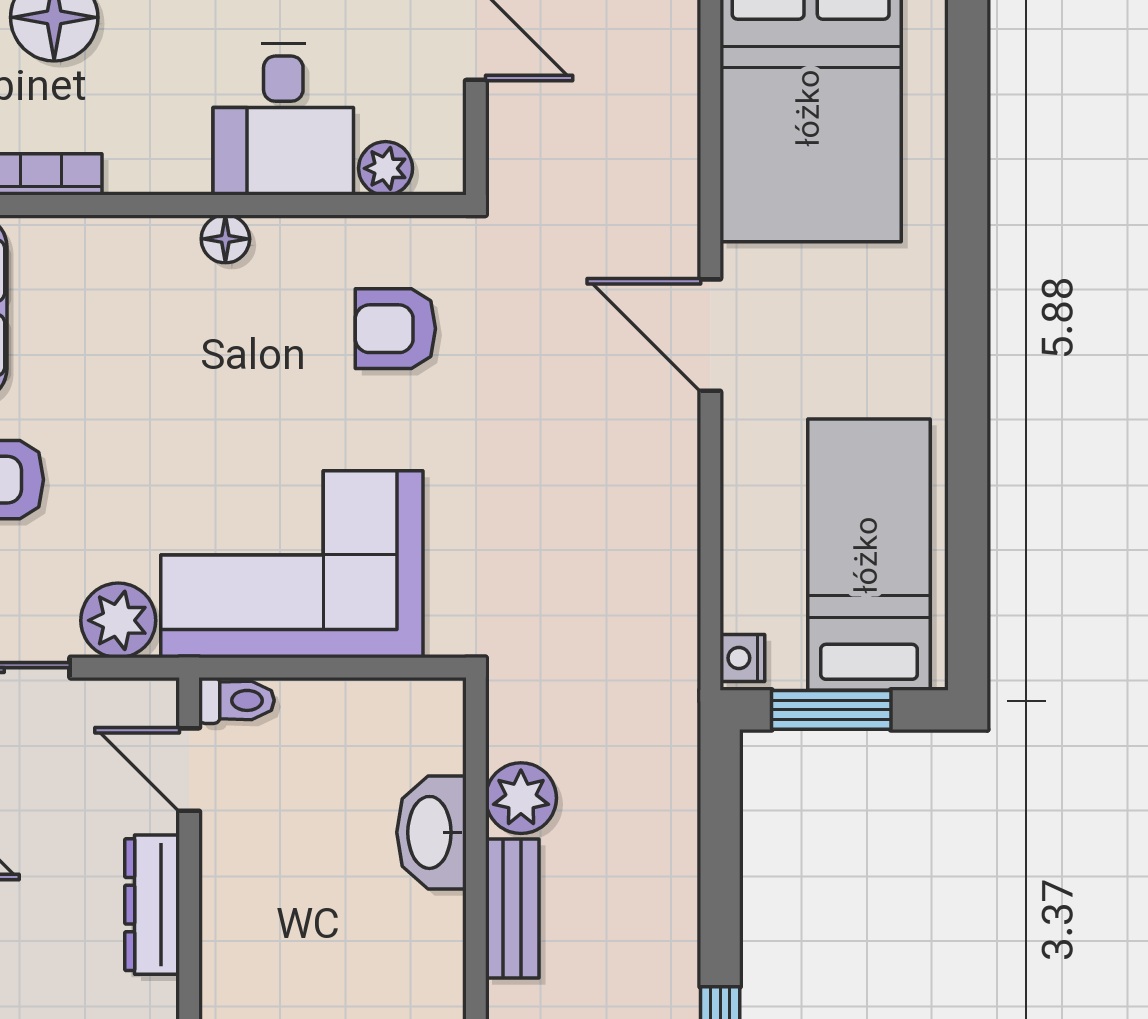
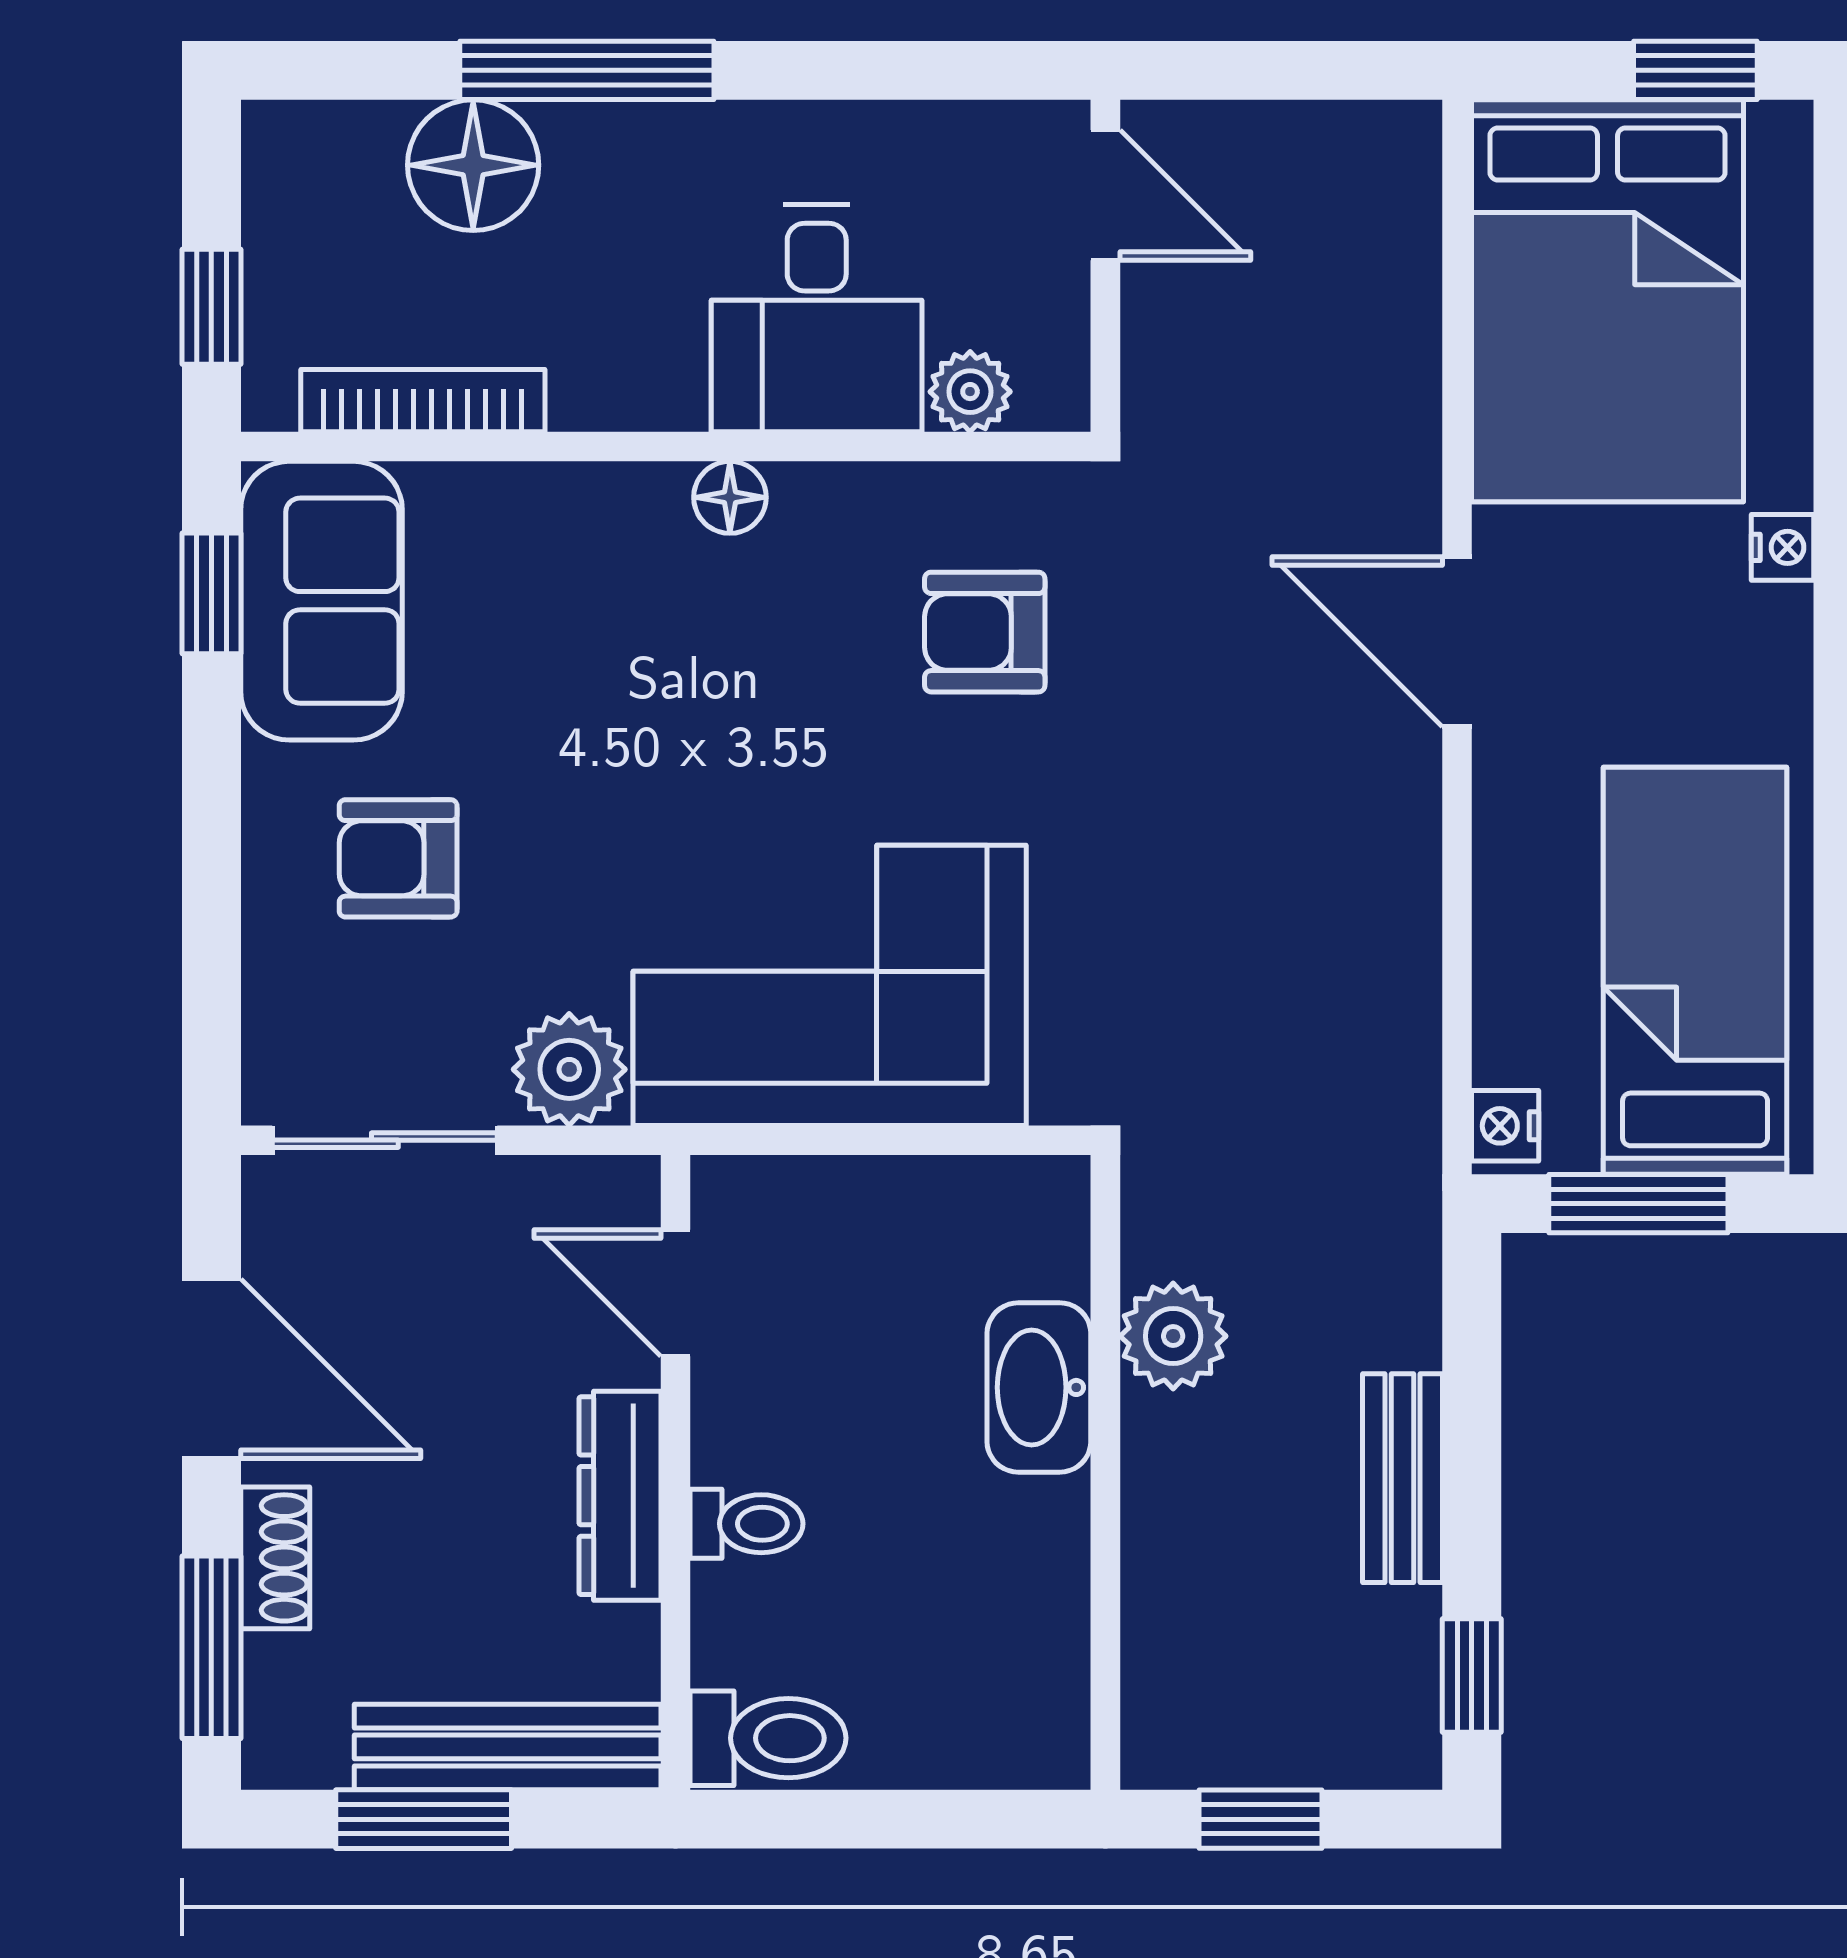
nightstand: (927, 272) -> (1782, 547), added
toilet: (237, 700) -> (747, 1524), moved
bench: (512, 908) -> (1403, 1478), moved

